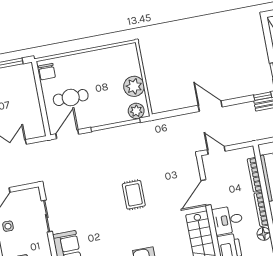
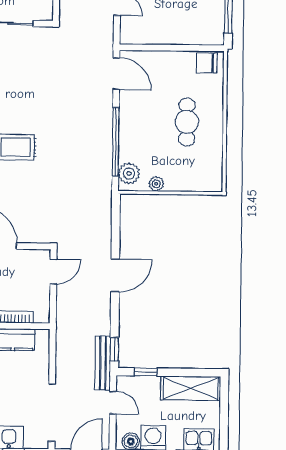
plant: (134, 86) -> (156, 184), width x0.53, depth x0.53
cafe table: (71, 98) -> (187, 122), moved

